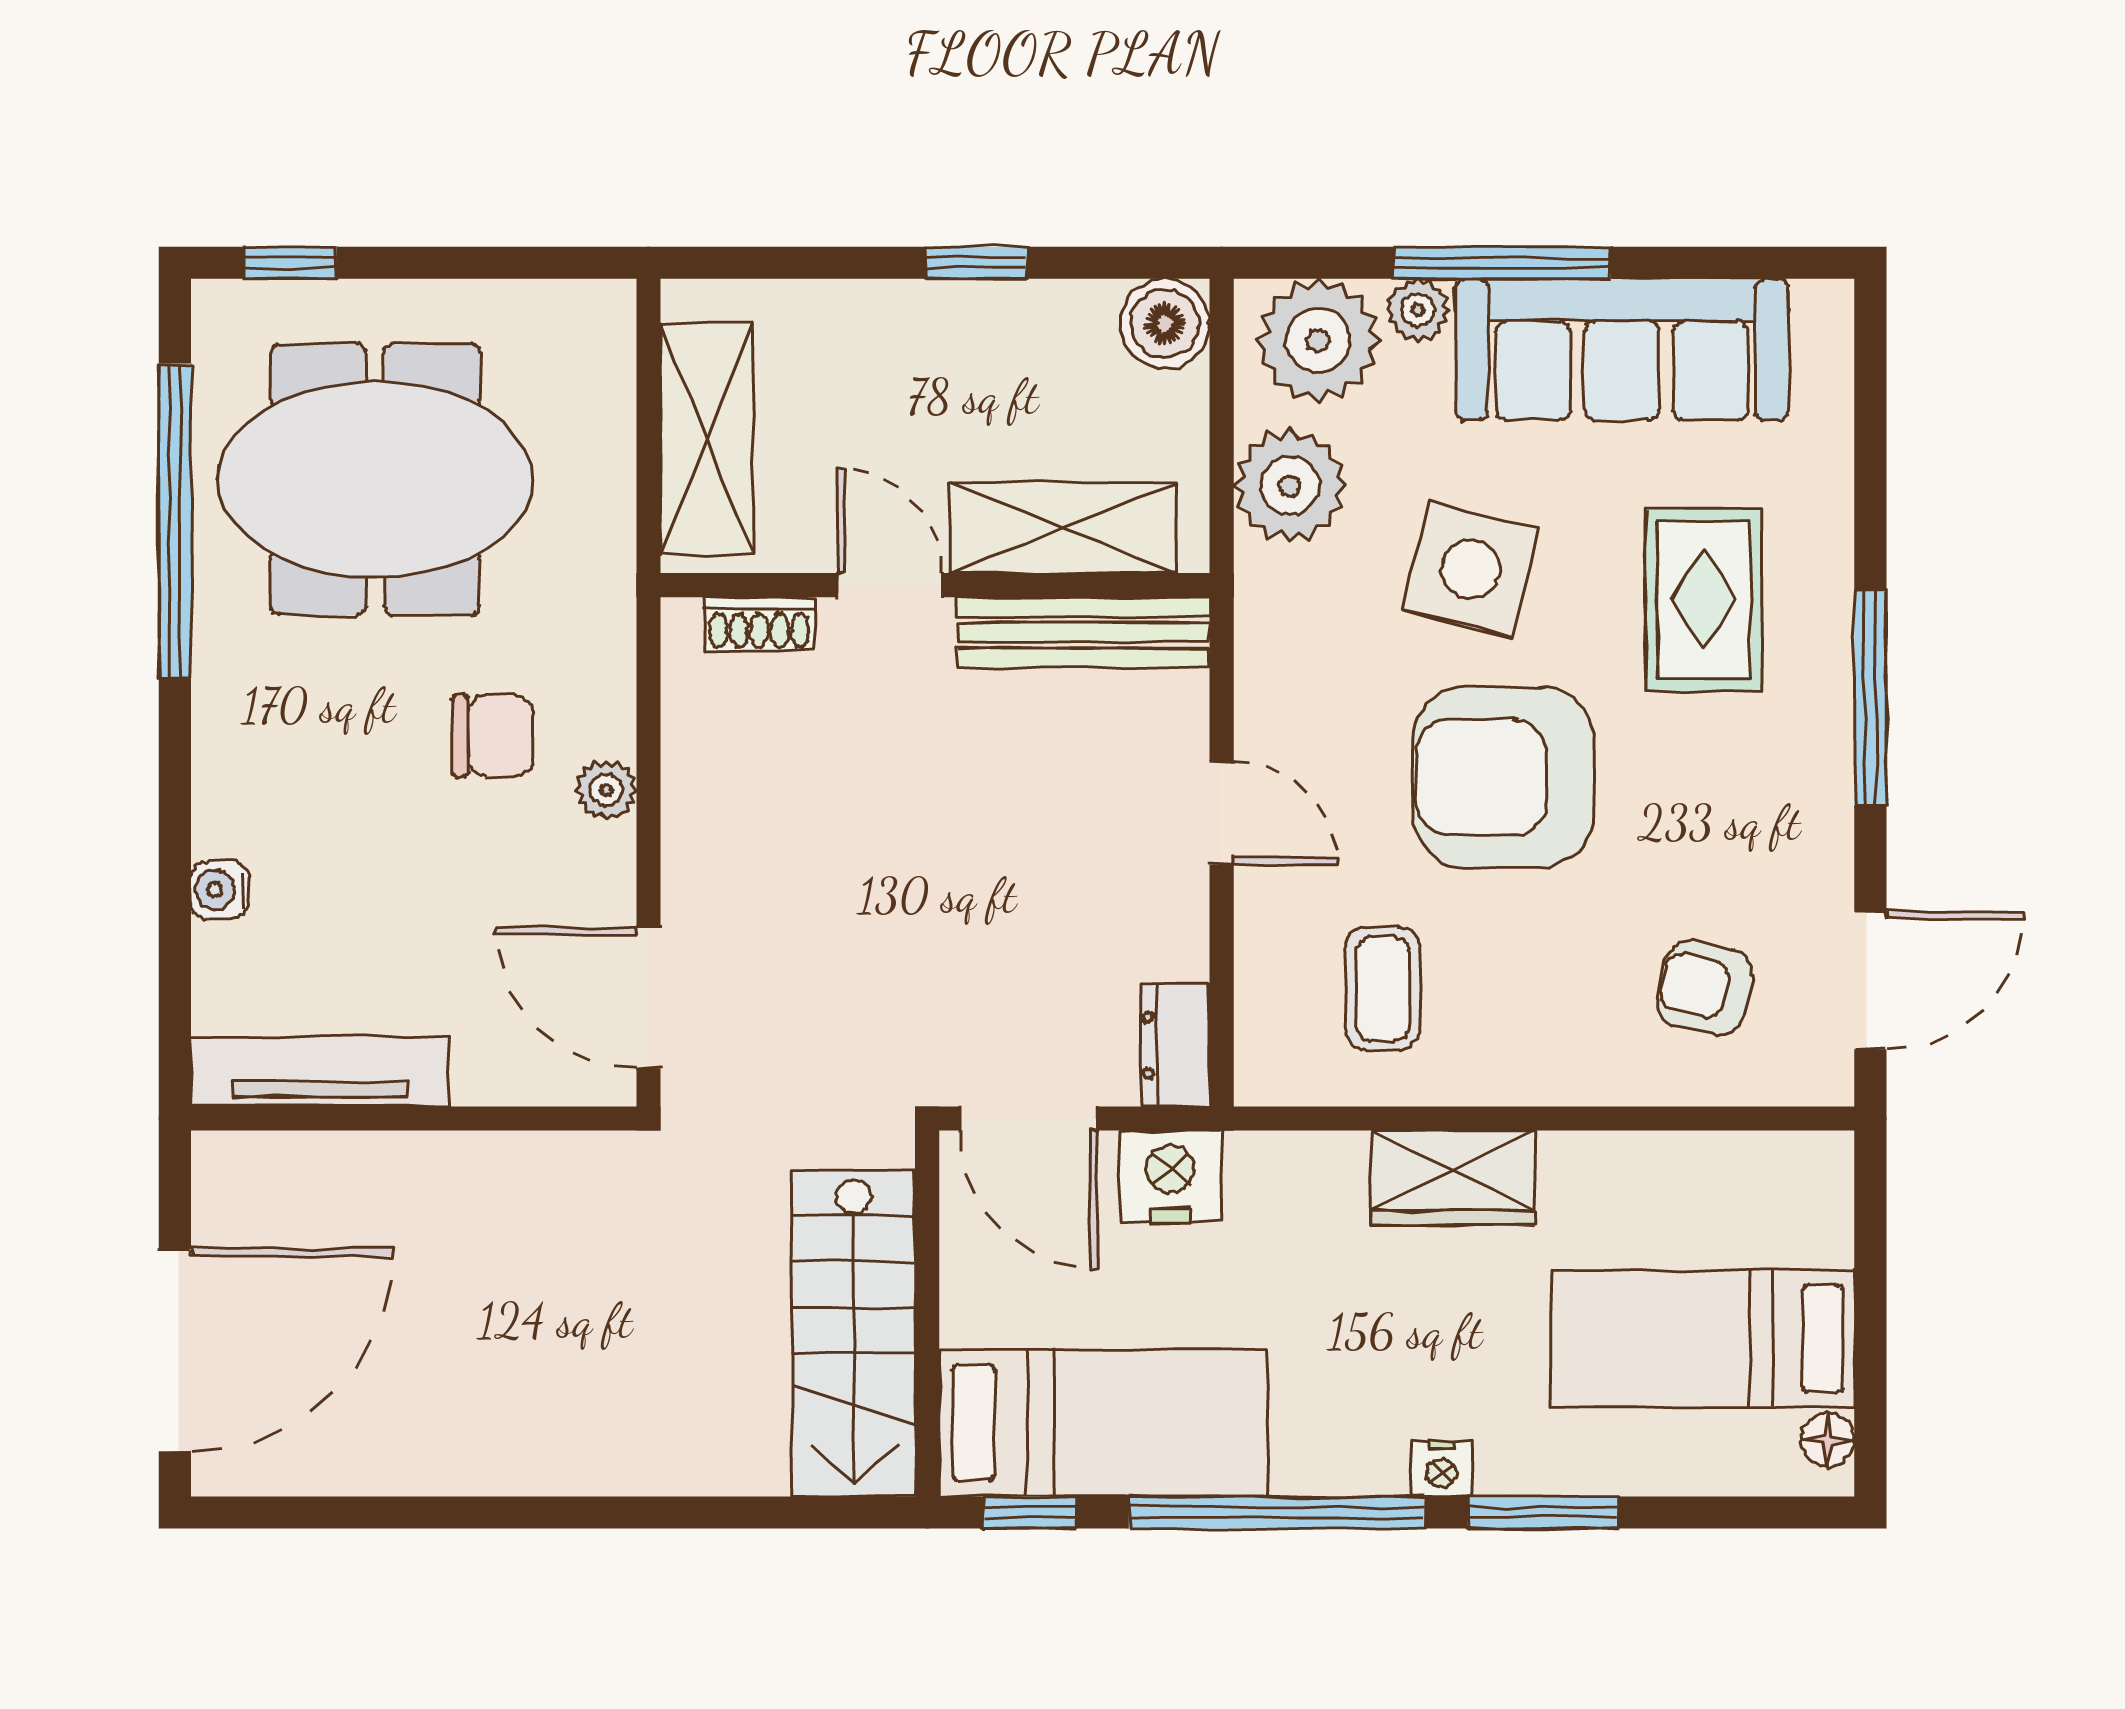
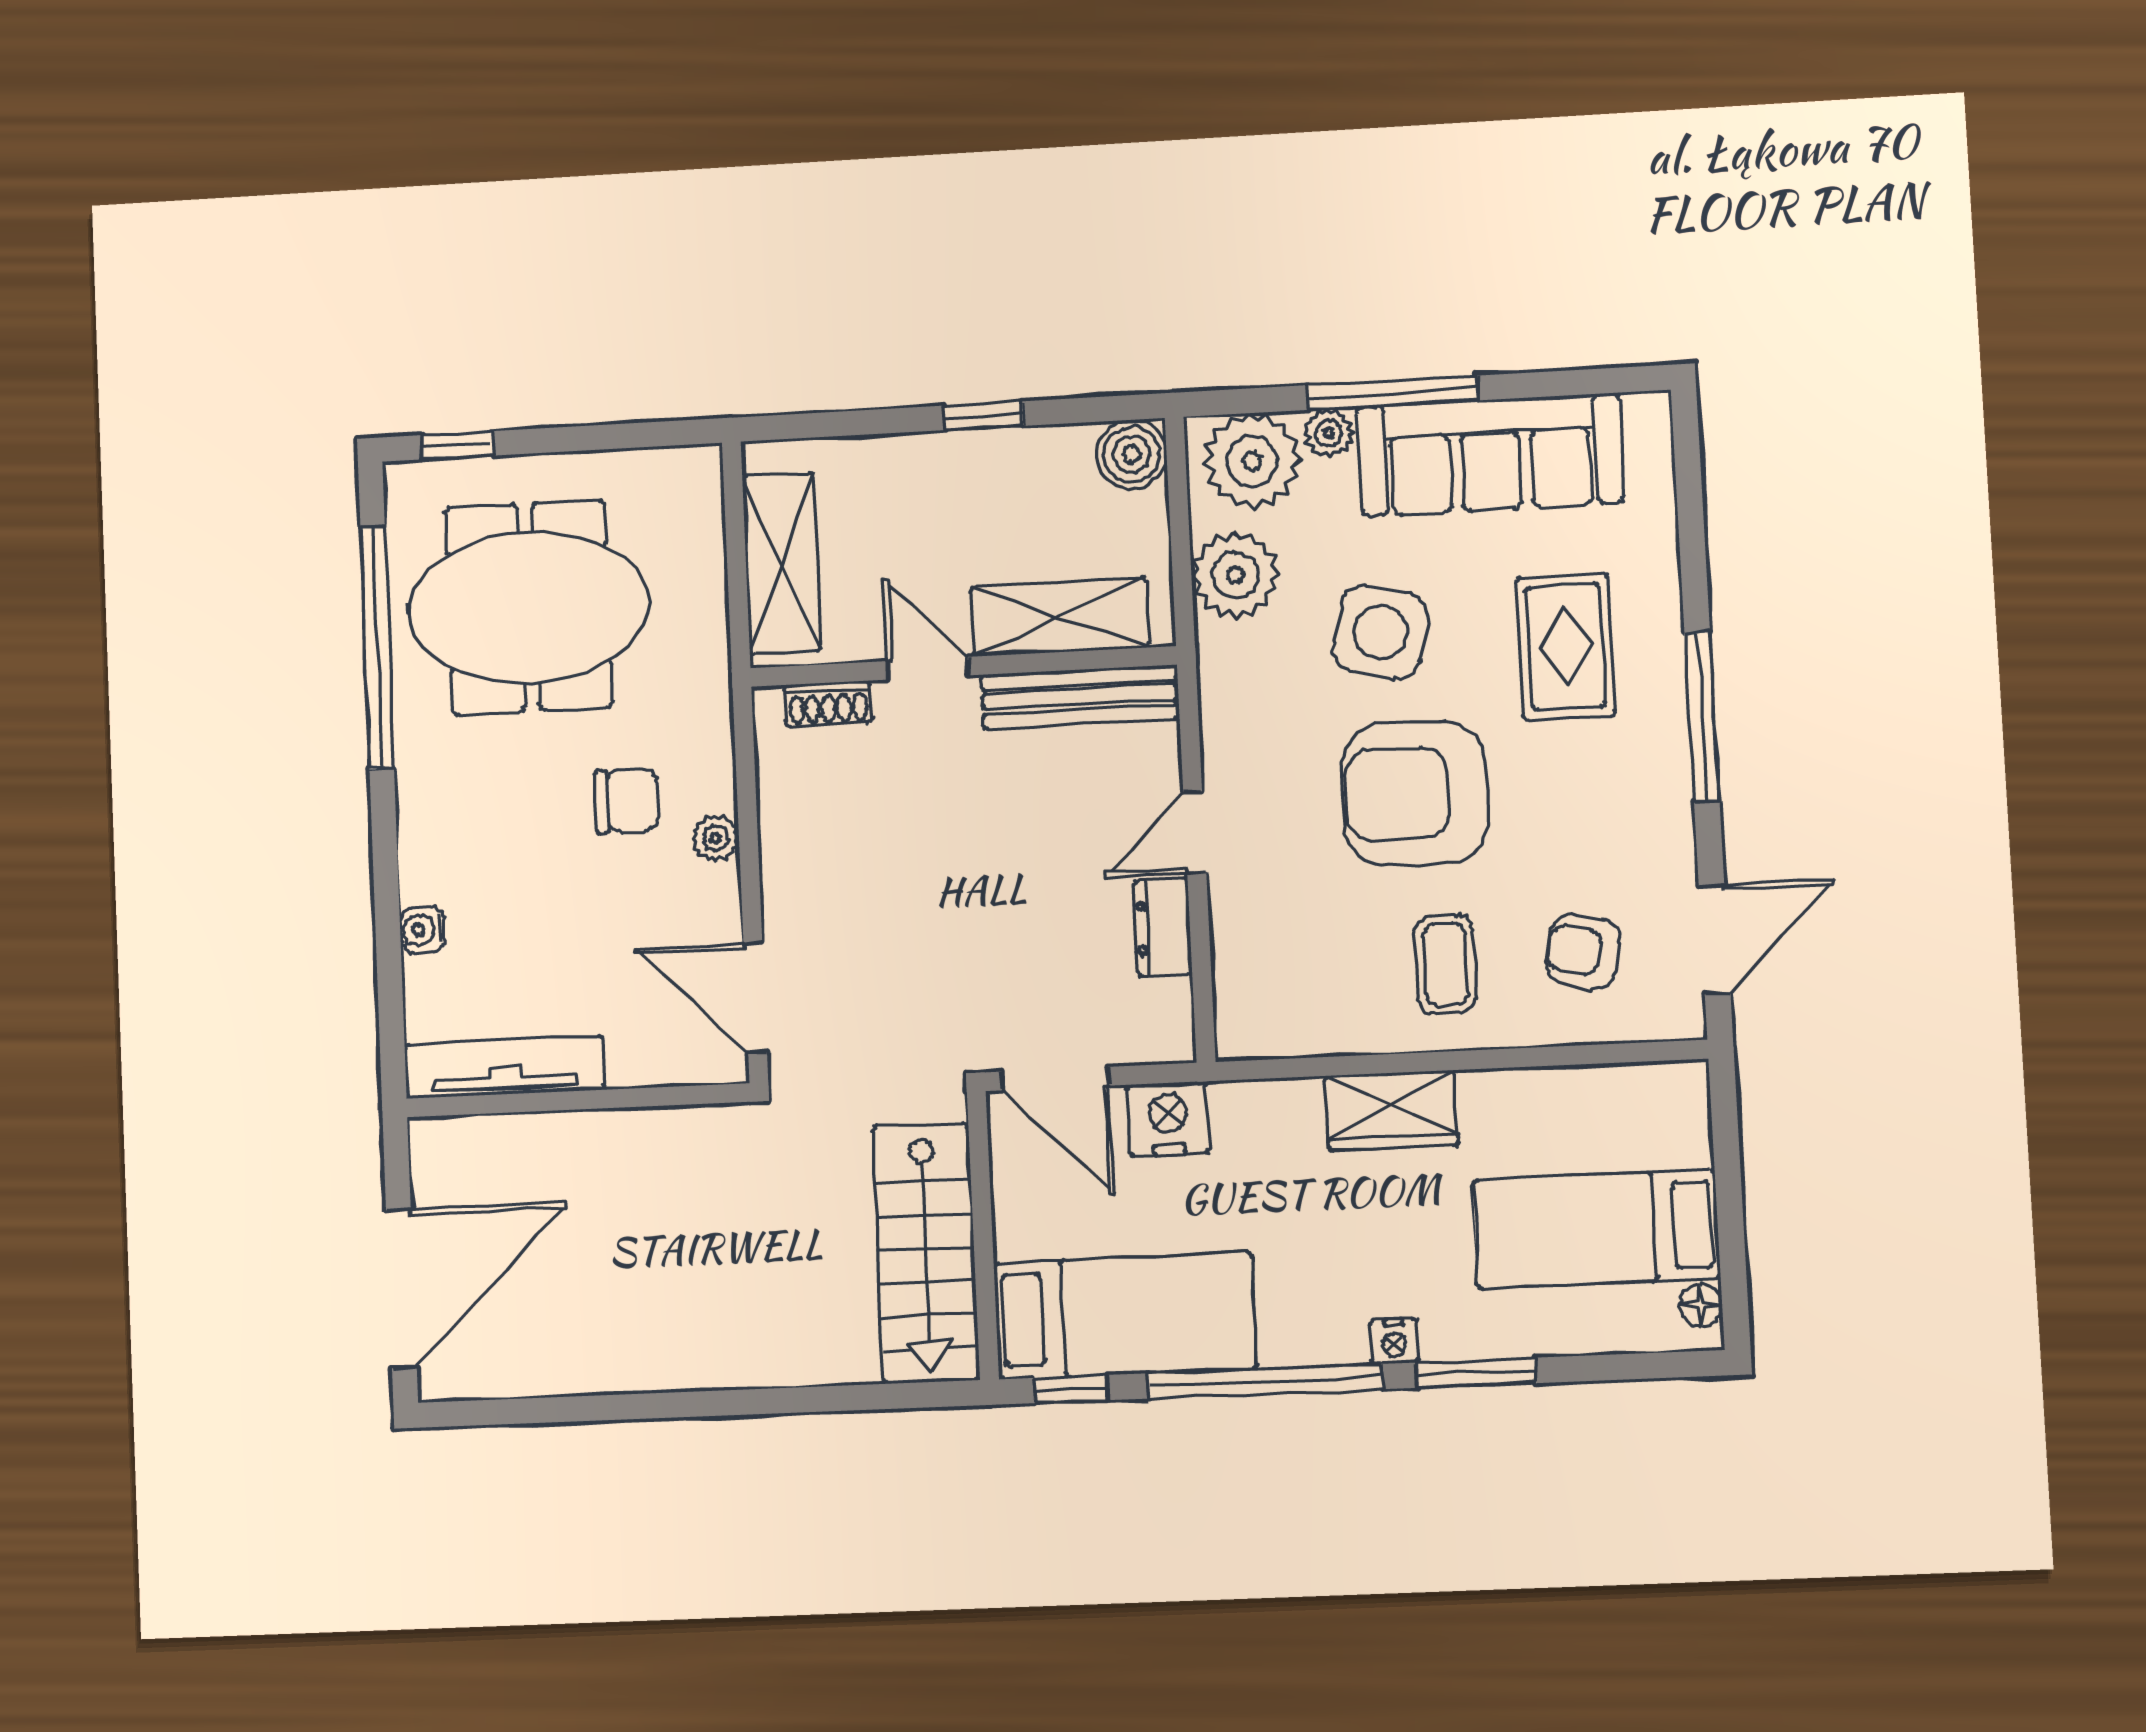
door: (1222, 813) -> (1195, 832), swing flipped
coffee table: (1383, 988) -> (1446, 964), moved
dresser: (1175, 1045) -> (1163, 927), moved

